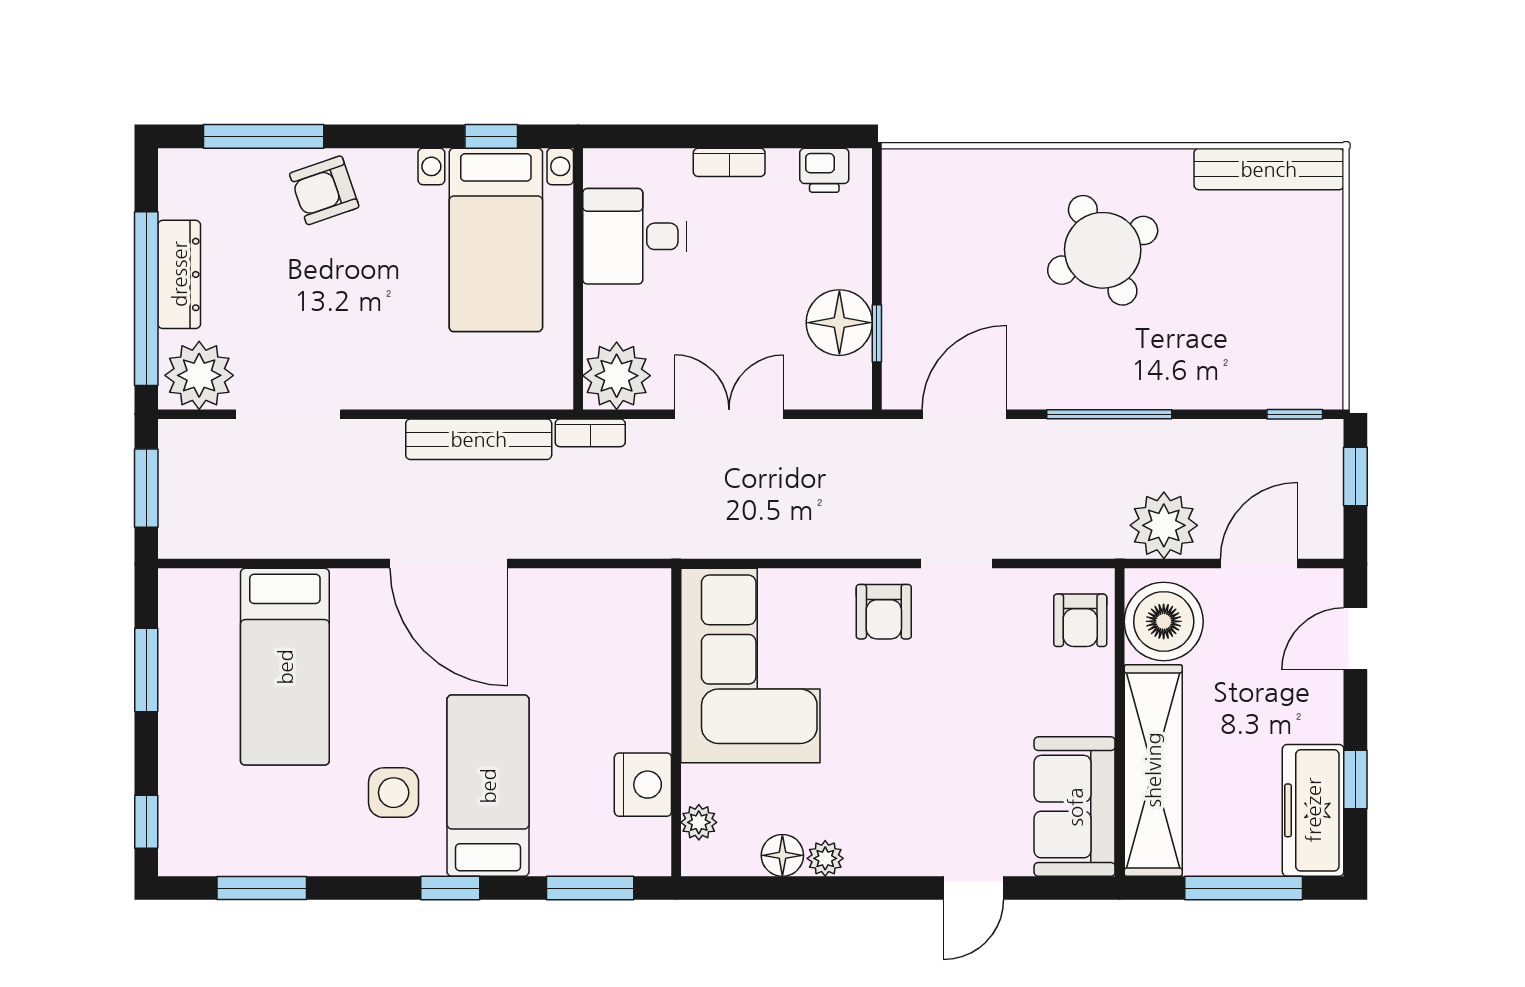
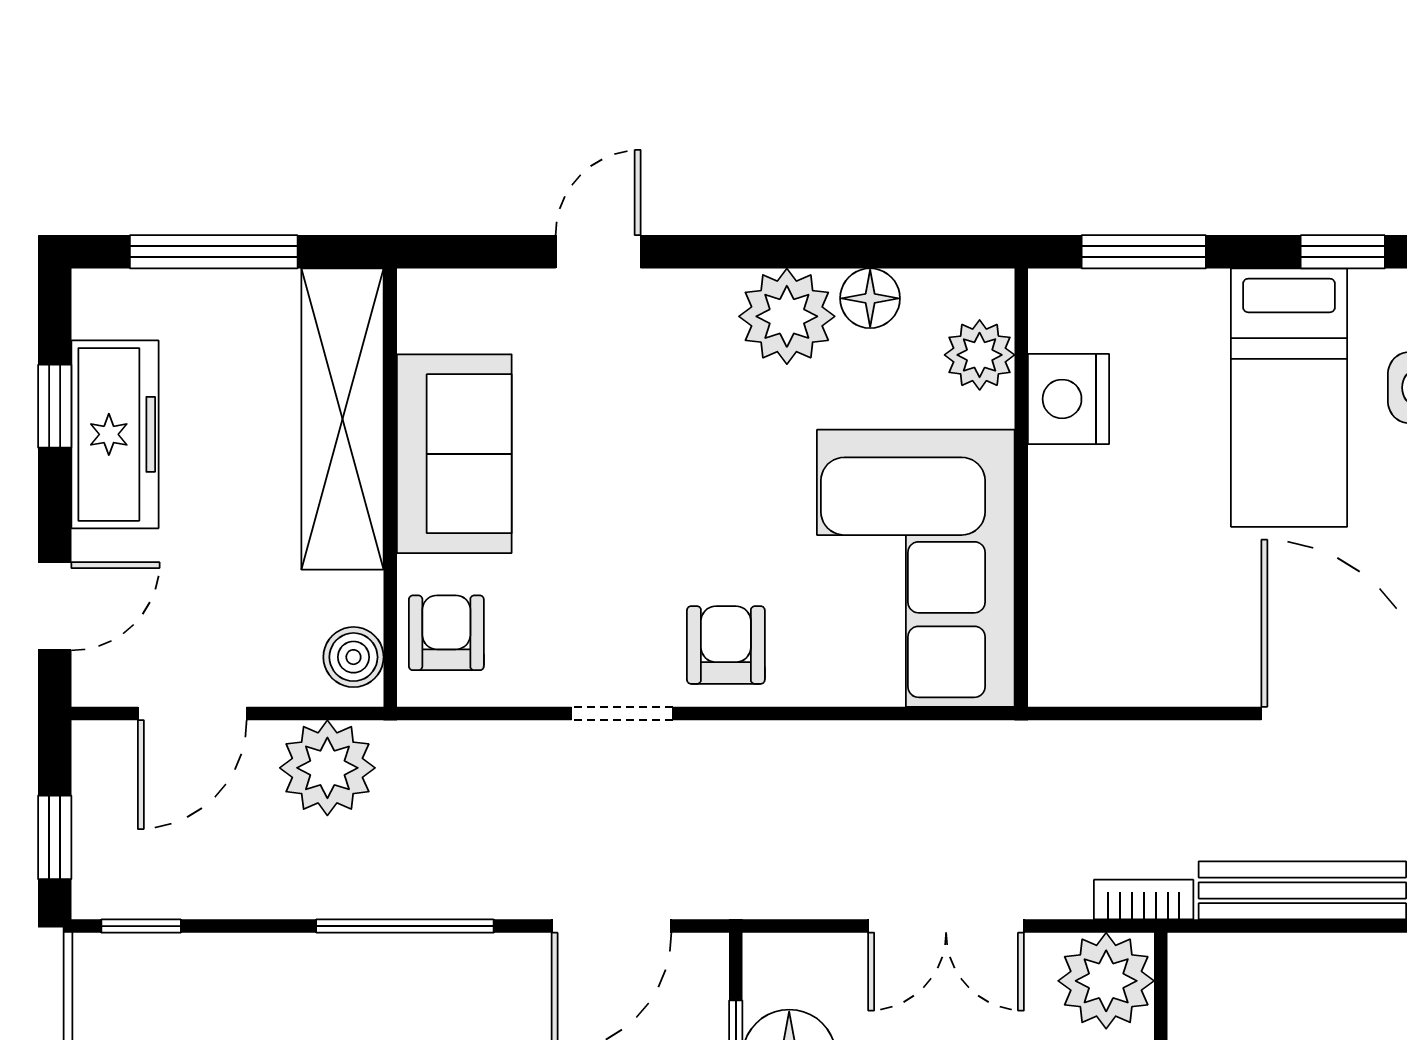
boiler: (1164, 621) -> (353, 657), width x0.54, depth x0.54
sofa: (1075, 807) -> (454, 454), moved
freezer: (1313, 810) -> (115, 434), moved
plant: (699, 822) -> (980, 355), width x1.38, depth x1.38
plant: (825, 858) -> (787, 316), width x1.87, depth x1.87

